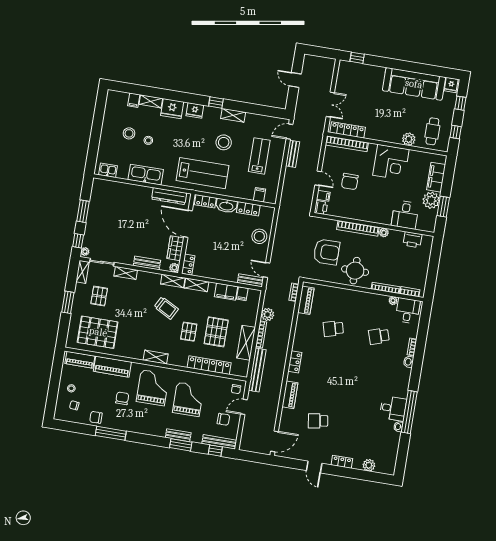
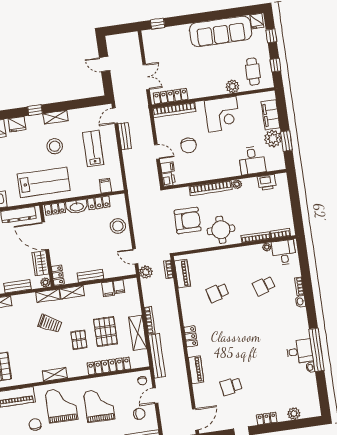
bench: (250, 280) -> (90, 276), moved
filing cabinet: (226, 292) -> (108, 289), width x0.50
plant: (267, 314) -> (146, 272), moved

